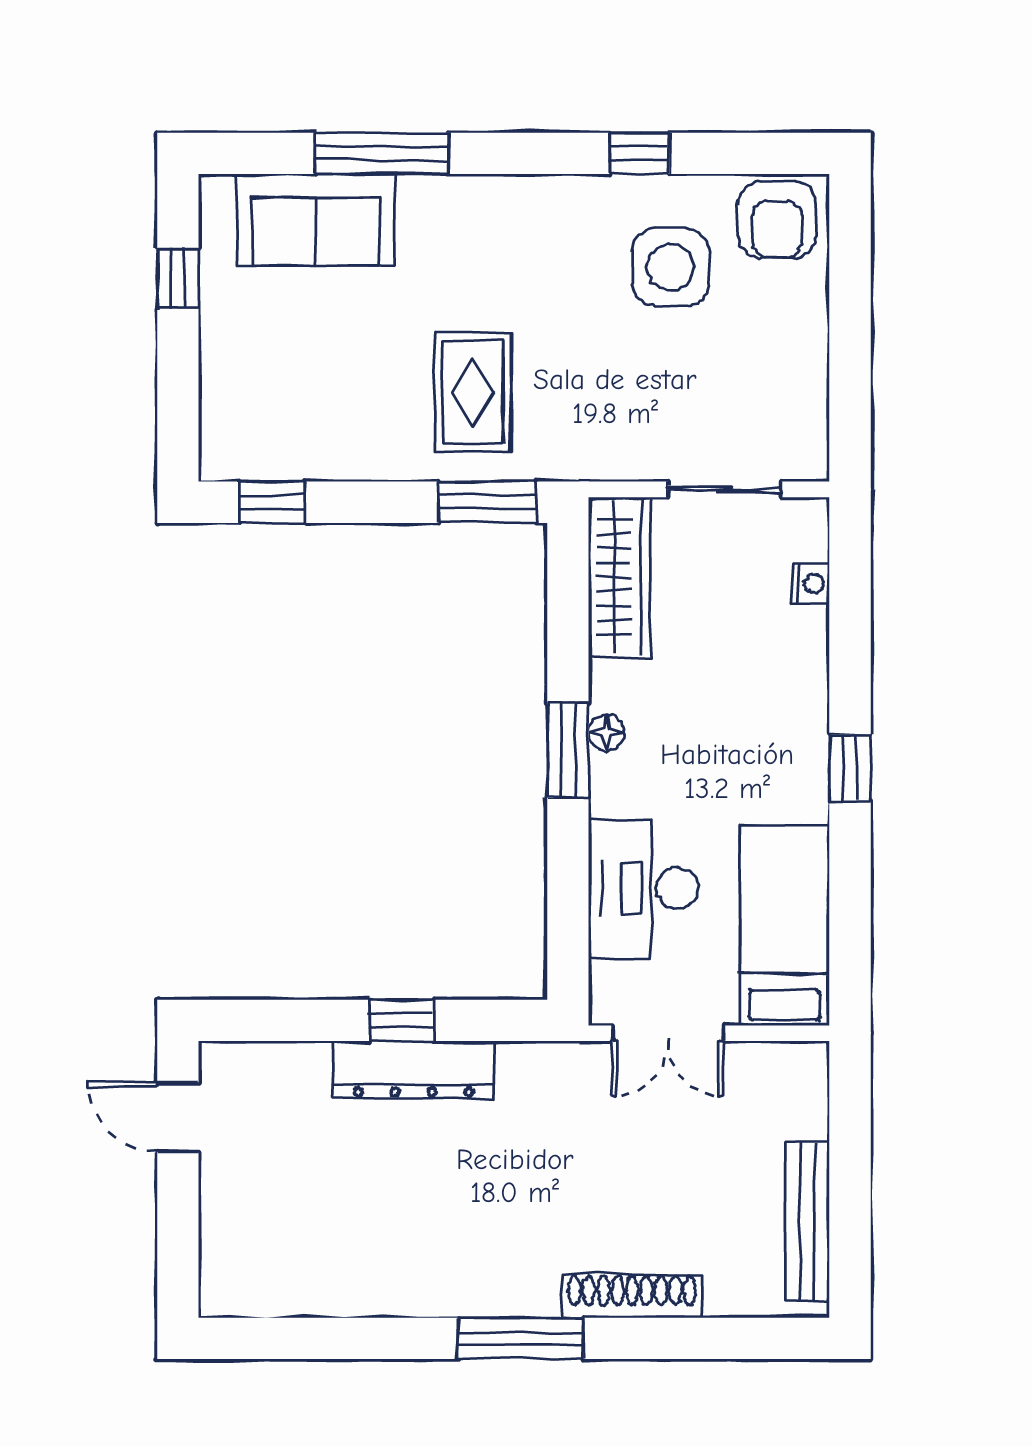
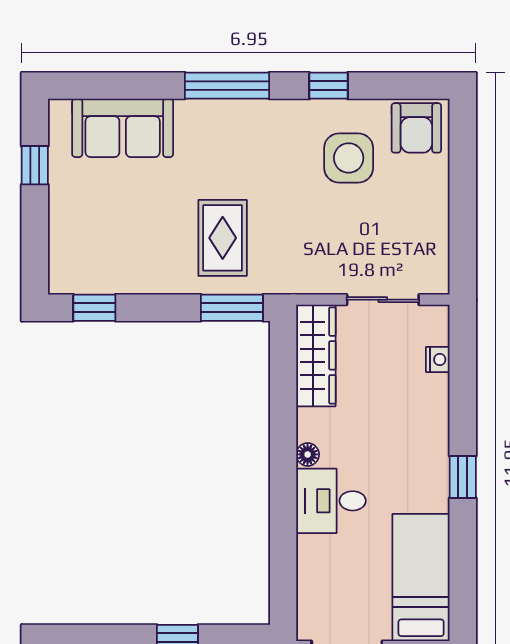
window: (382, 153) -> (227, 86), moved
window: (568, 750) -> (283, 466), removed
desk: (643, 888) -> (331, 501), moved, width x0.73

